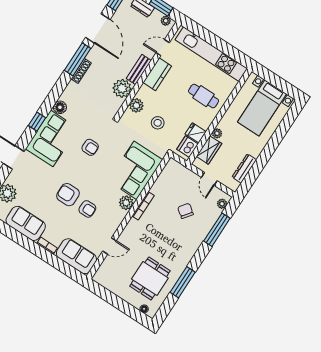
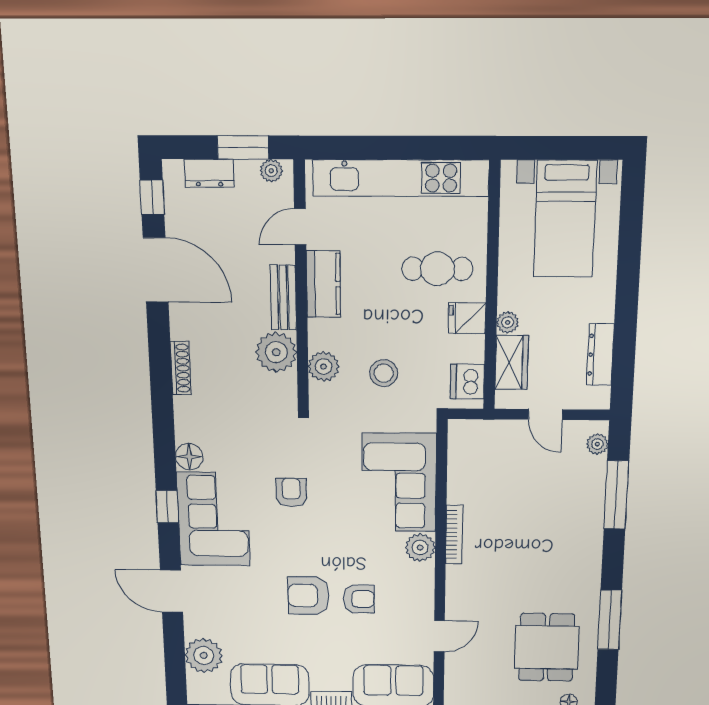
window: (78, 59) -> (160, 351), removed
fridge: (196, 133) -> (467, 318), moved
armchair: (90, 147) -> (291, 493), turned -90
chair: (185, 211) -> (537, 497), removed

